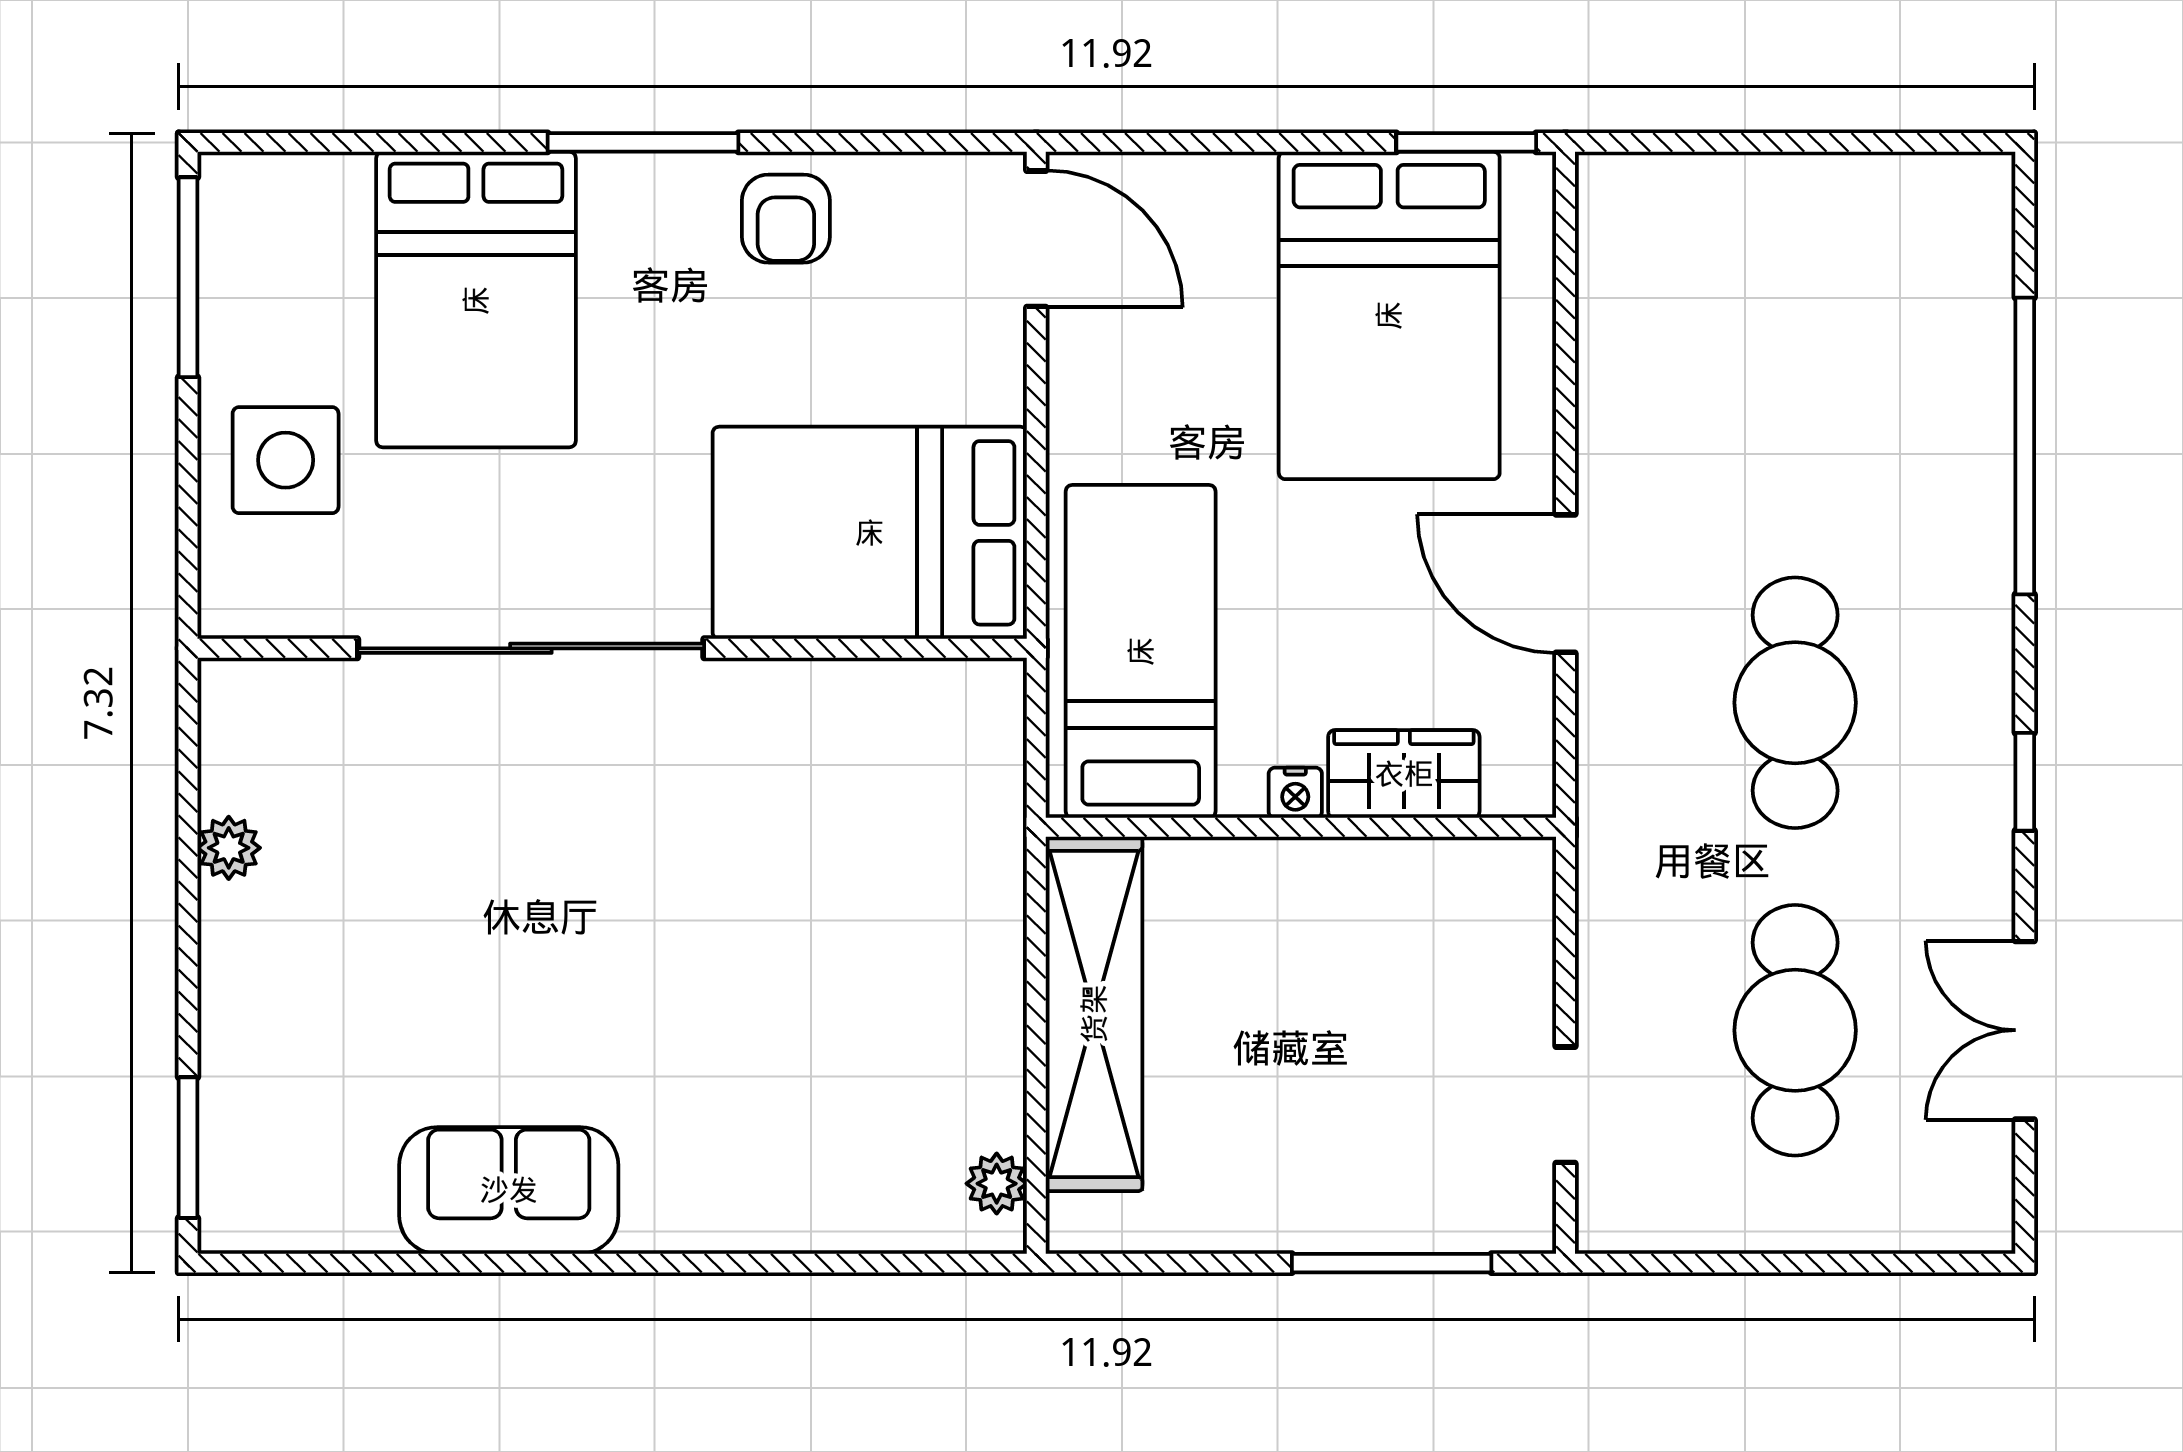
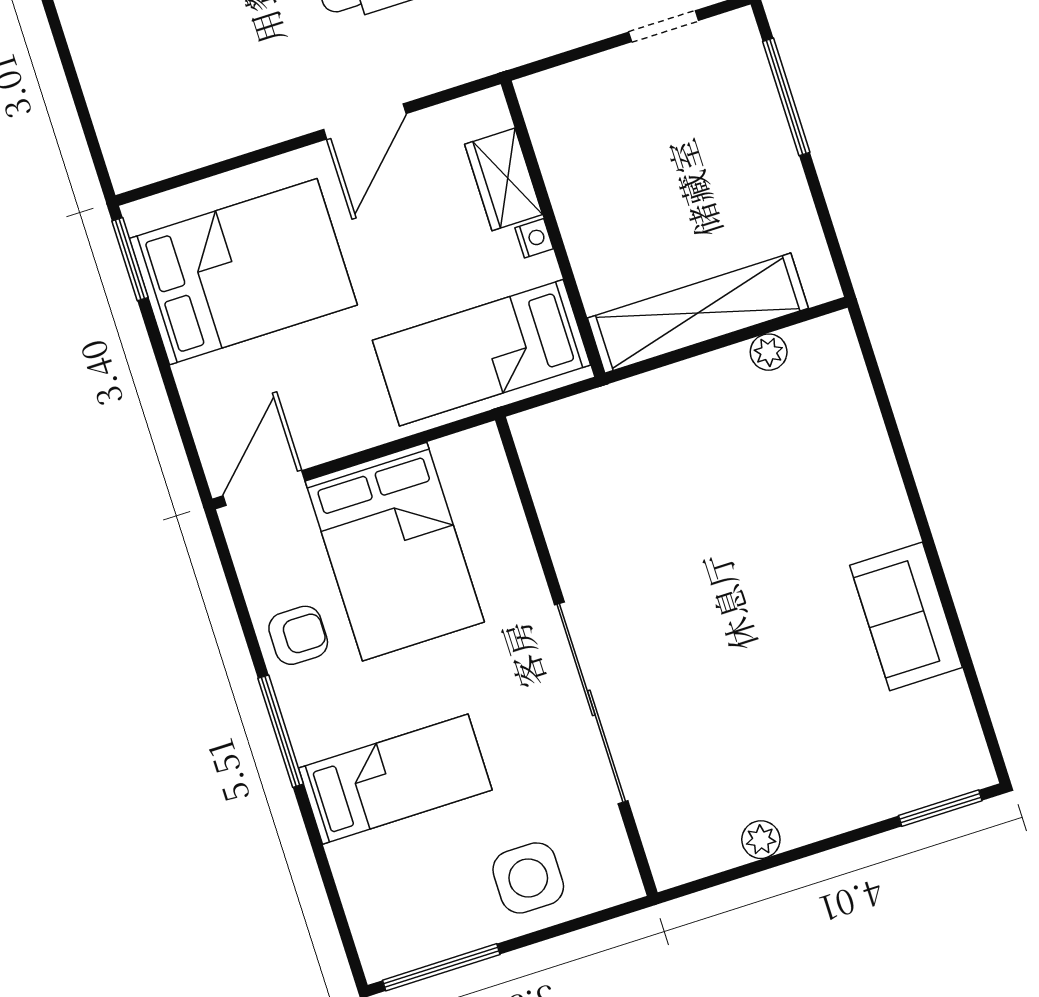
bed: (476, 300) -> (395, 779), width x0.67
bed: (870, 533) -> (395, 552), moved
plant: (997, 1184) -> (769, 352), moved

